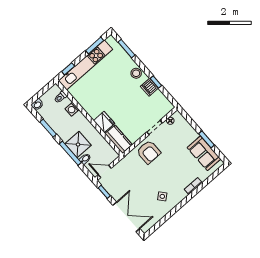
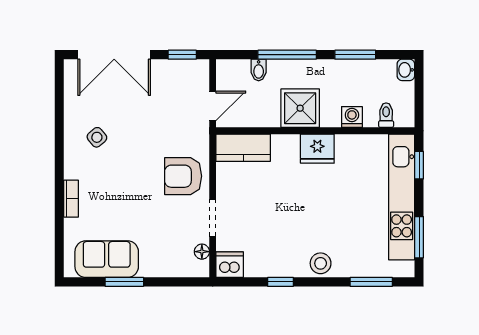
dishwasher: (149, 87) -> (230, 265), moved
fridge: (104, 122) -> (317, 149), moved
shower: (78, 145) -> (300, 108), moved
door: (105, 171) -> (213, 106), moved

